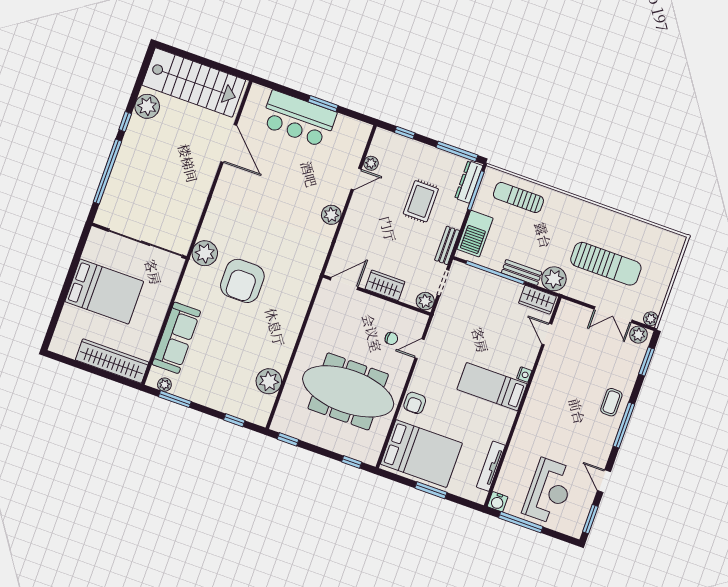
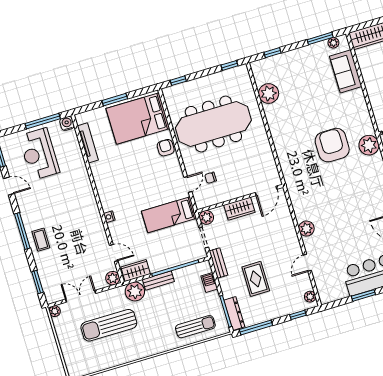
plant: (371, 163) -> (310, 297), moved
barbecue: (475, 234) -> (209, 283), width x0.53, depth x0.65
plant: (638, 335) -> (113, 278), moved
sofa: (176, 338) -> (346, 71), width x0.73
bed: (492, 387) -> (169, 215), moved, turned 180

